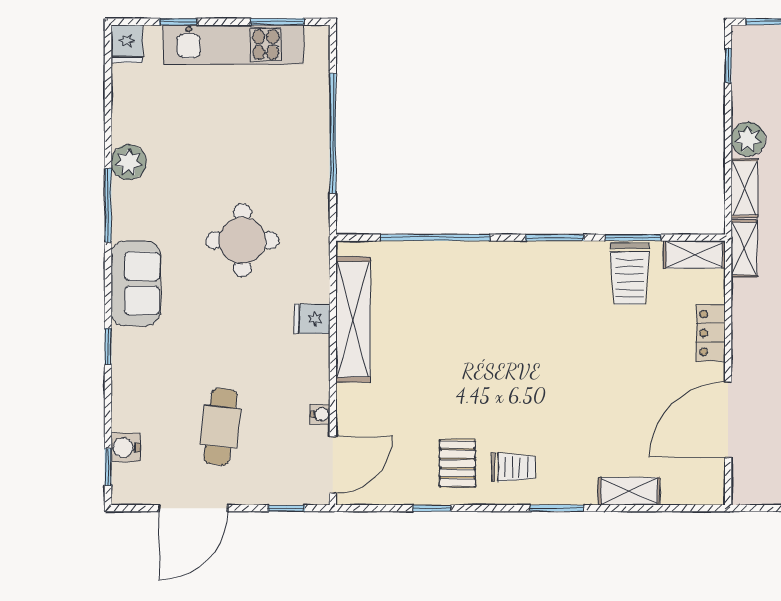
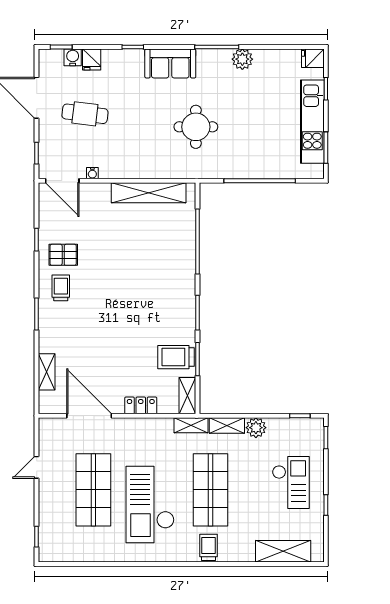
fridge: (312, 319) -> (92, 59), moved, turned 180
trolley: (513, 467) -> (61, 288), turned 180
shelving: (629, 491) -> (47, 372), moved

